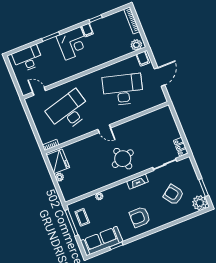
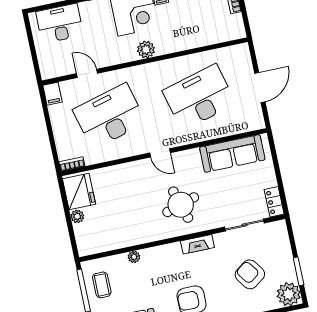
plant: (136, 45) -> (146, 50), moved
filing cabinet: (143, 59) -> (52, 94), moved
desk: (123, 90) -> (199, 97), turned -30
door: (39, 91) -> (87, 73), moved
sofa: (149, 121) -> (232, 153), added

